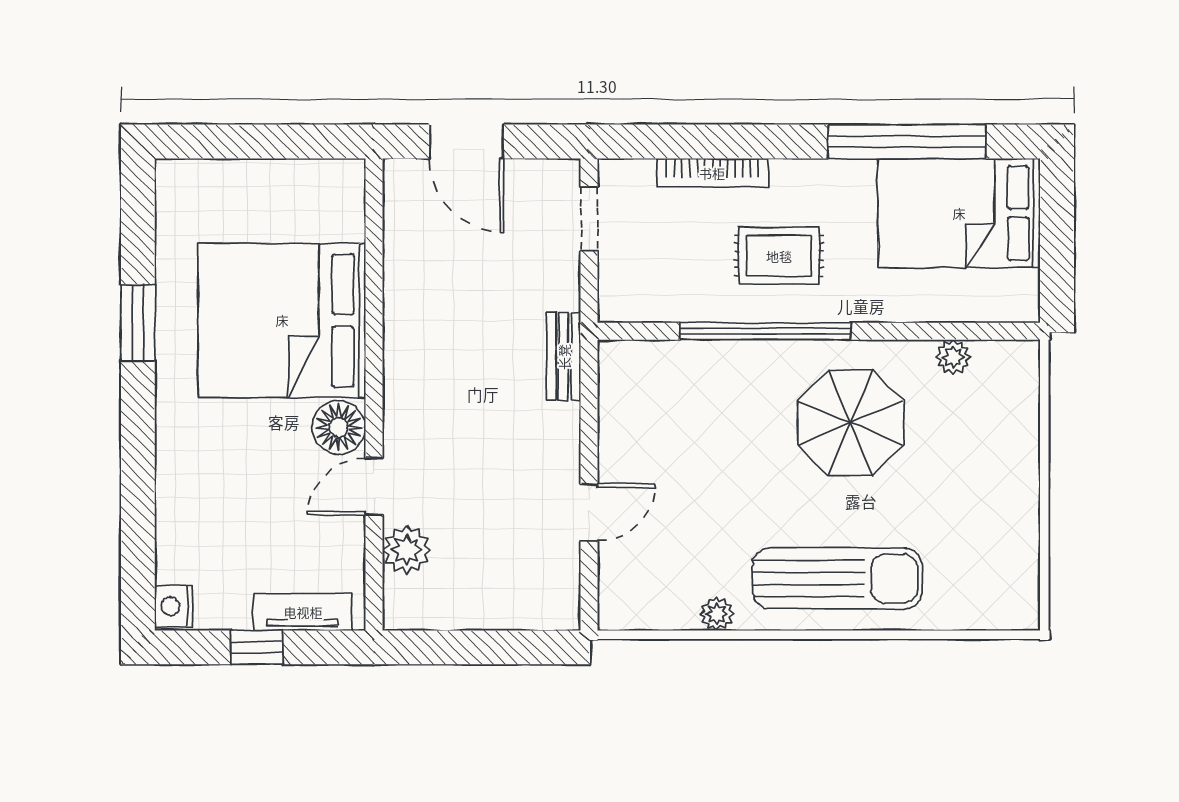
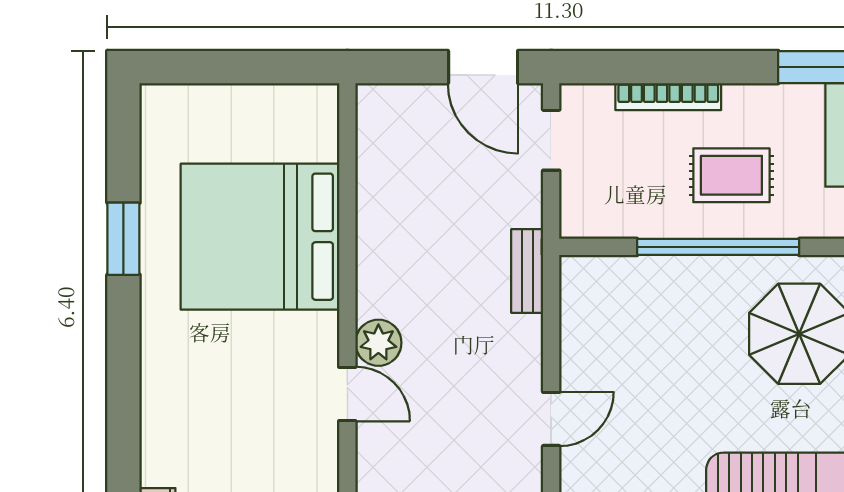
door: (466, 141) -> (483, 67), moved
floor lamp: (339, 428) -> (314, 338), removed
door: (374, 486) -> (347, 394), swing flipped
plant: (407, 550) -> (378, 343), moved

